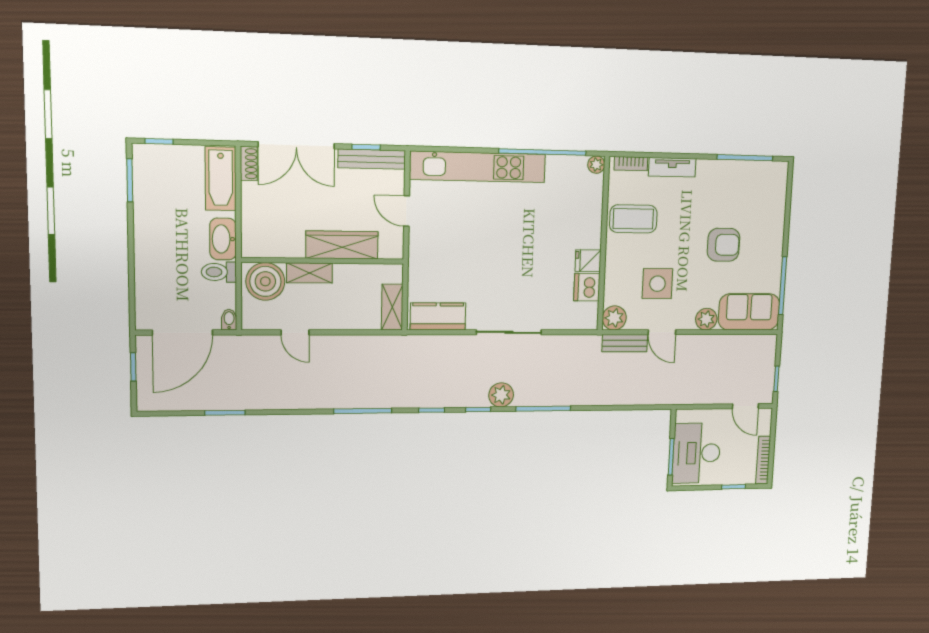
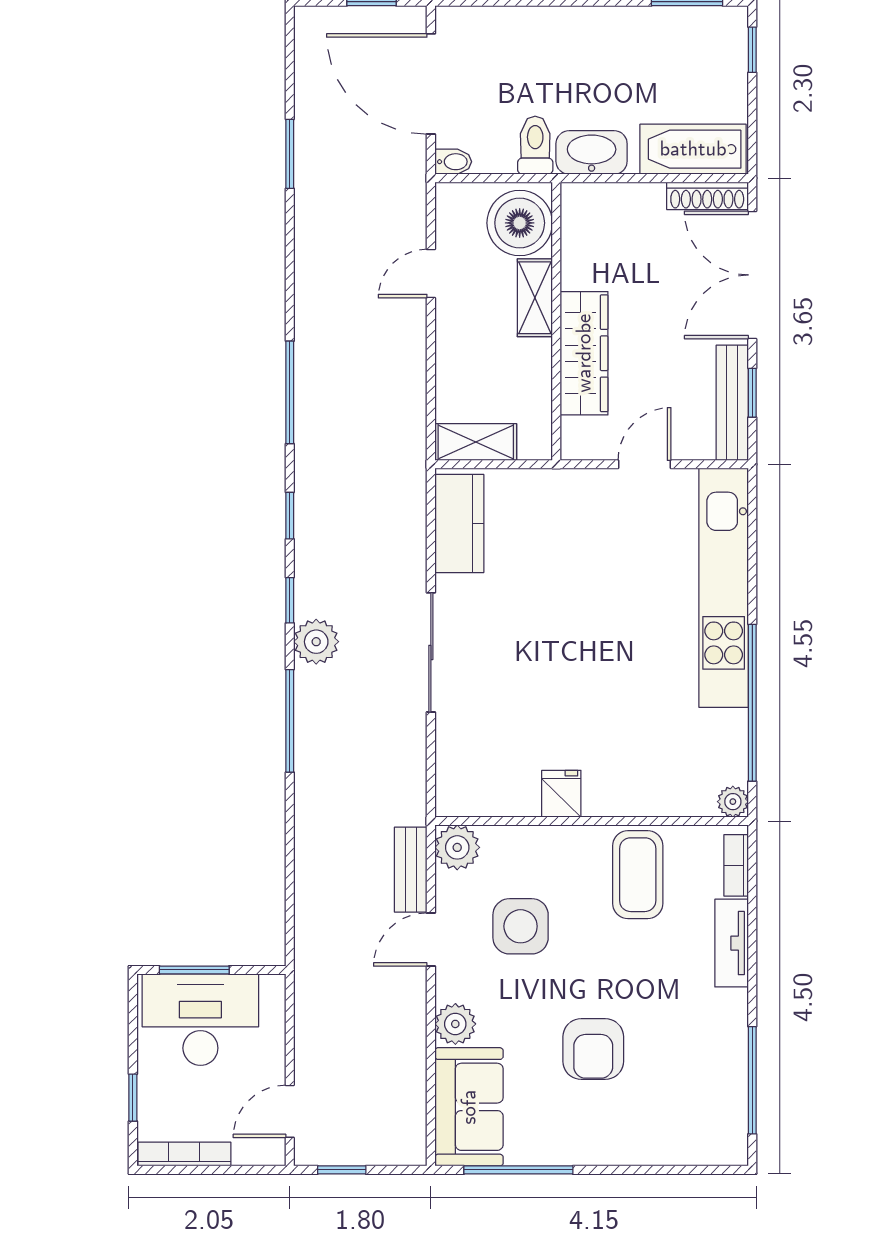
shoe rack: (249, 164) -> (707, 196), width x1.43
dishwasher: (587, 287) -> (513, 794), removed

